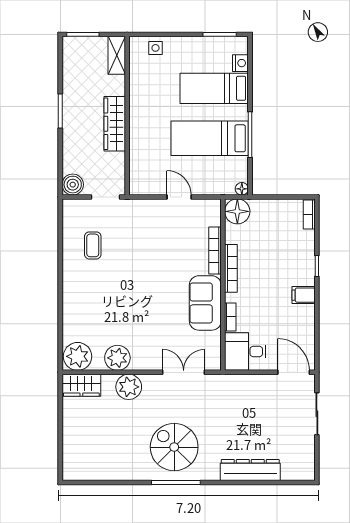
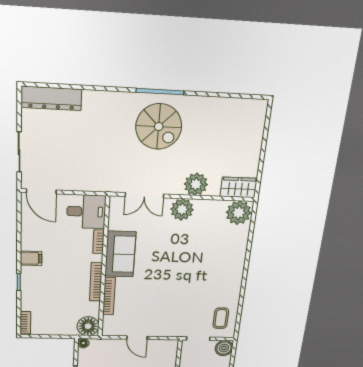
coffee table: (93, 245) -> (221, 318), moved
plant: (117, 358) -> (182, 209), moved
dresser: (250, 470) -> (51, 98), moved

